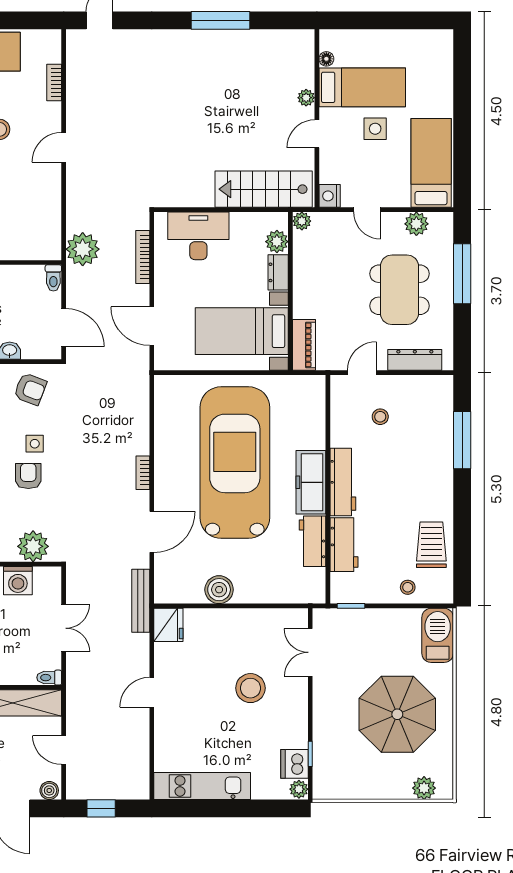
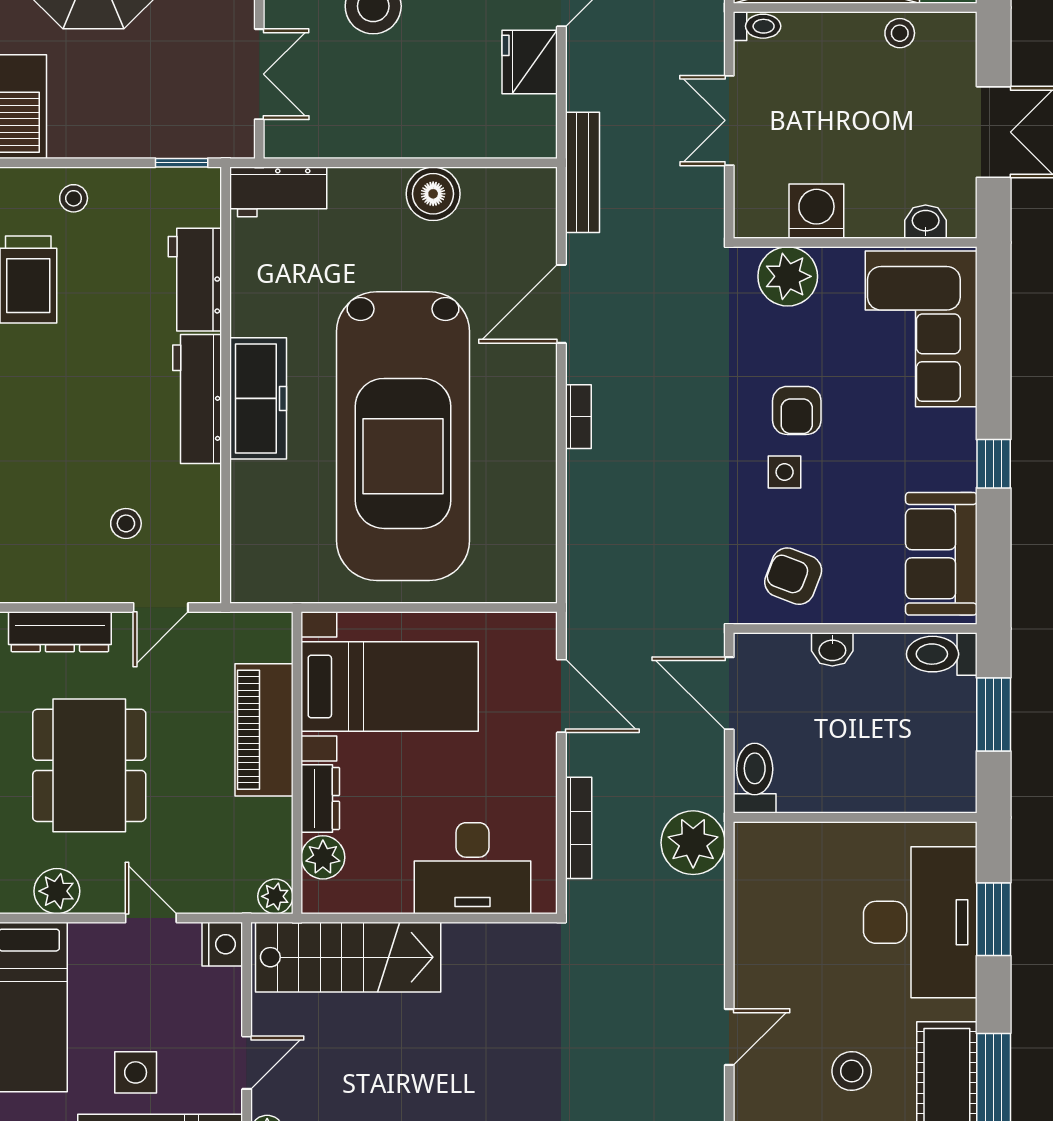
toilet: (53, 278) -> (755, 778), width x1.37, depth x1.39
piano: (304, 345) -> (264, 730), moved, width x1.37, depth x1.33
workbench: (313, 541) -> (278, 192), moved, turned 90
fridge: (168, 625) -> (530, 62), moved

